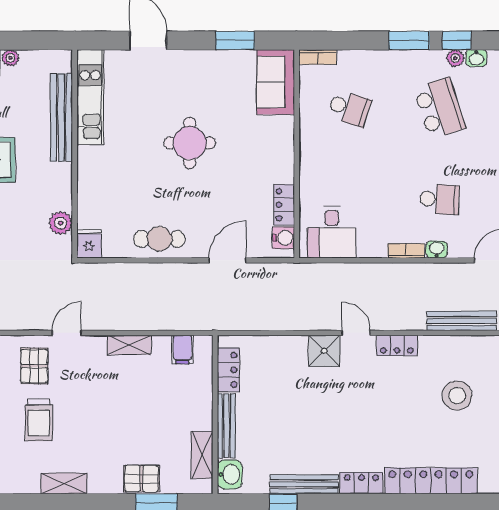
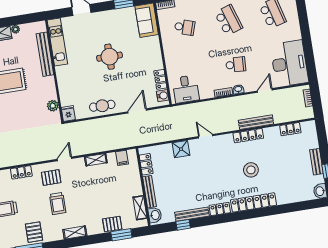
locker: (397, 345) -> (248, 136), moved, width x1.53
shower: (324, 351) -> (181, 149), moved
pallet: (34, 366) -> (51, 178), turned 90
stool: (457, 395) -> (251, 170), moved

